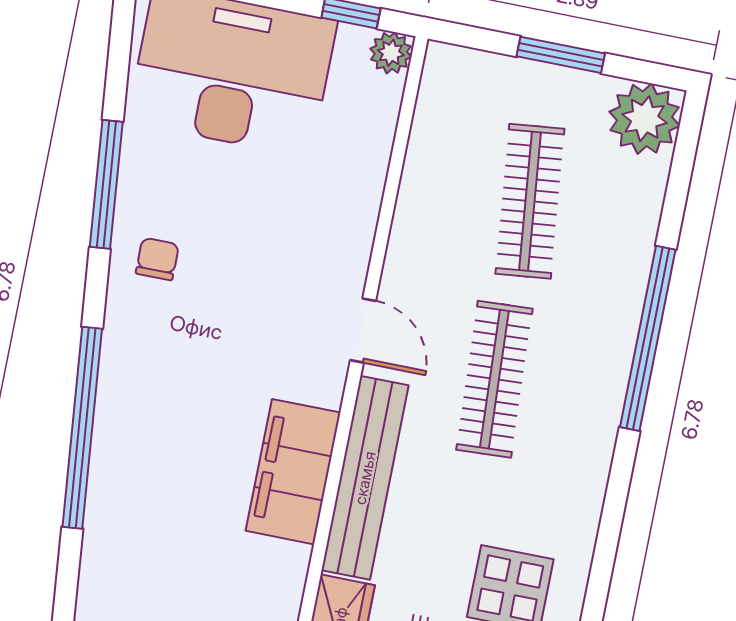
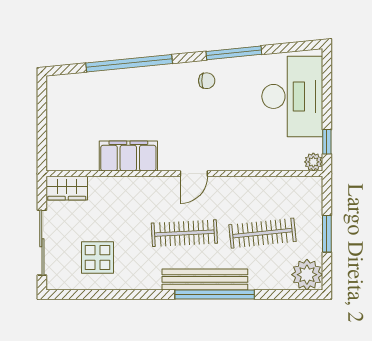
bench: (365, 478) -> (205, 279), moved

